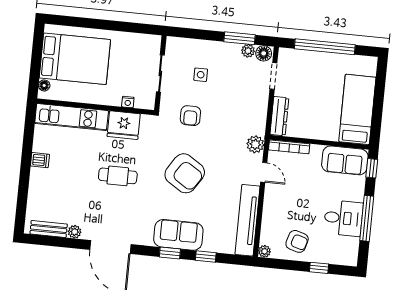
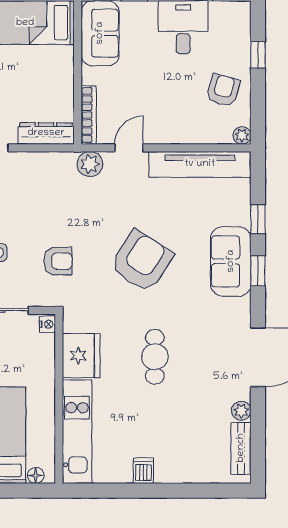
nightstand: (128, 102) -> (47, 324), moved

